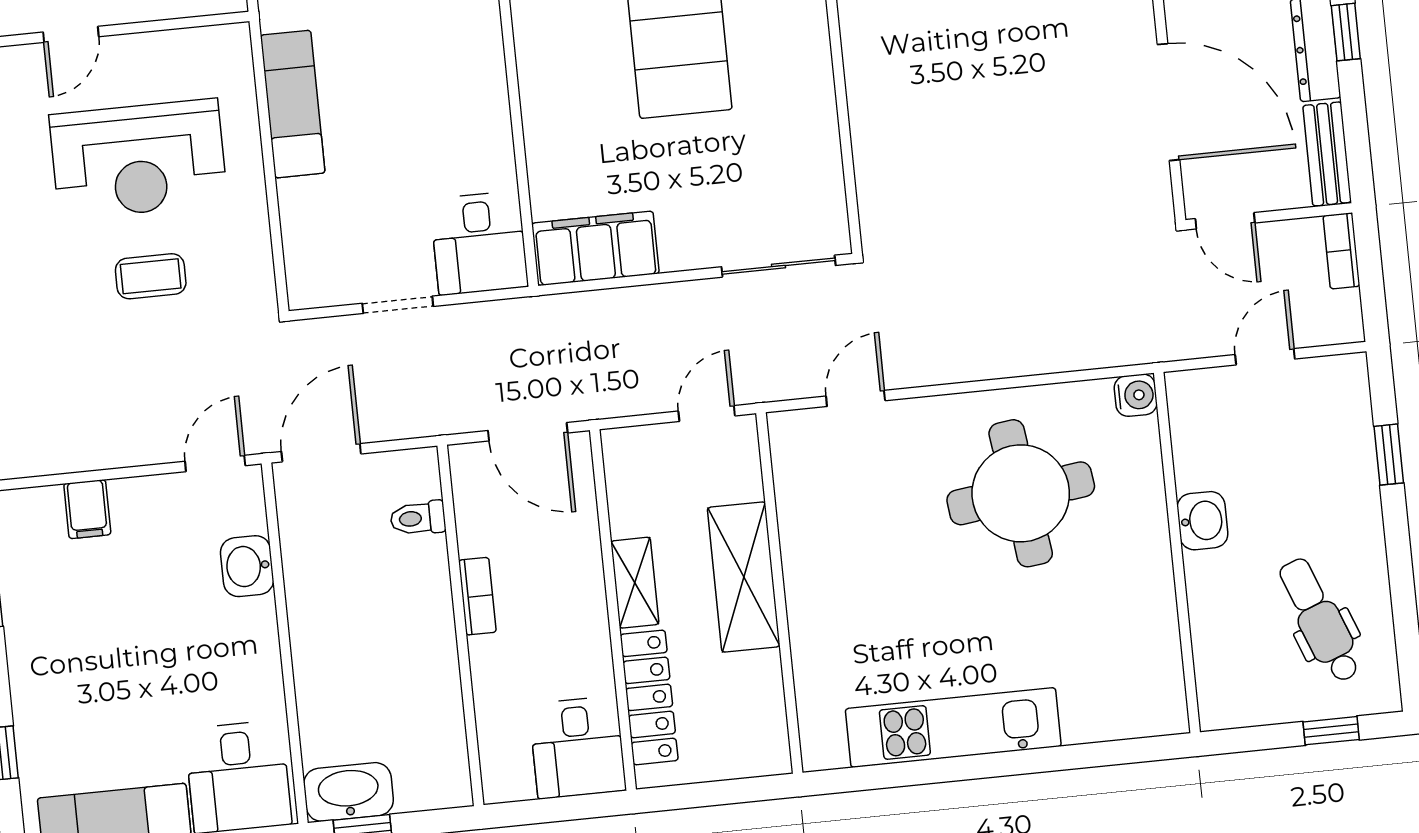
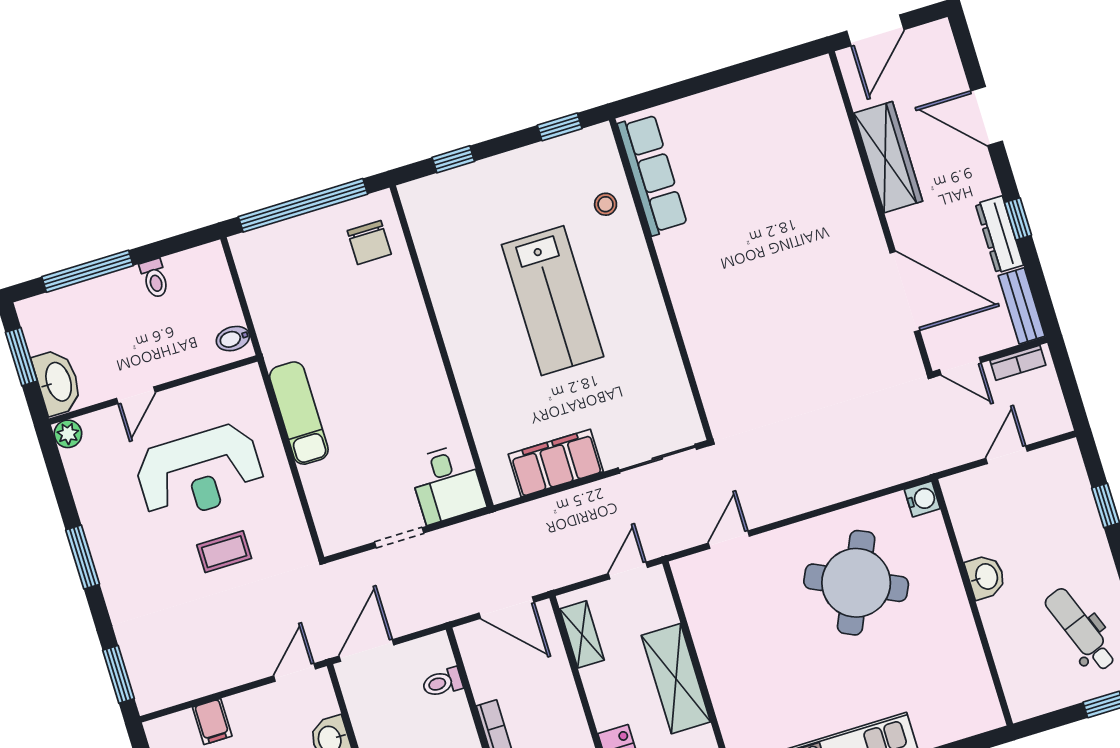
filing cabinet: (595, 248) -> (556, 463), moved
bookcase: (1342, 251) -> (1018, 363), moved, turned -90
round table: (1021, 493) -> (856, 583), turned 32
shelving: (635, 583) -> (582, 634), moved

